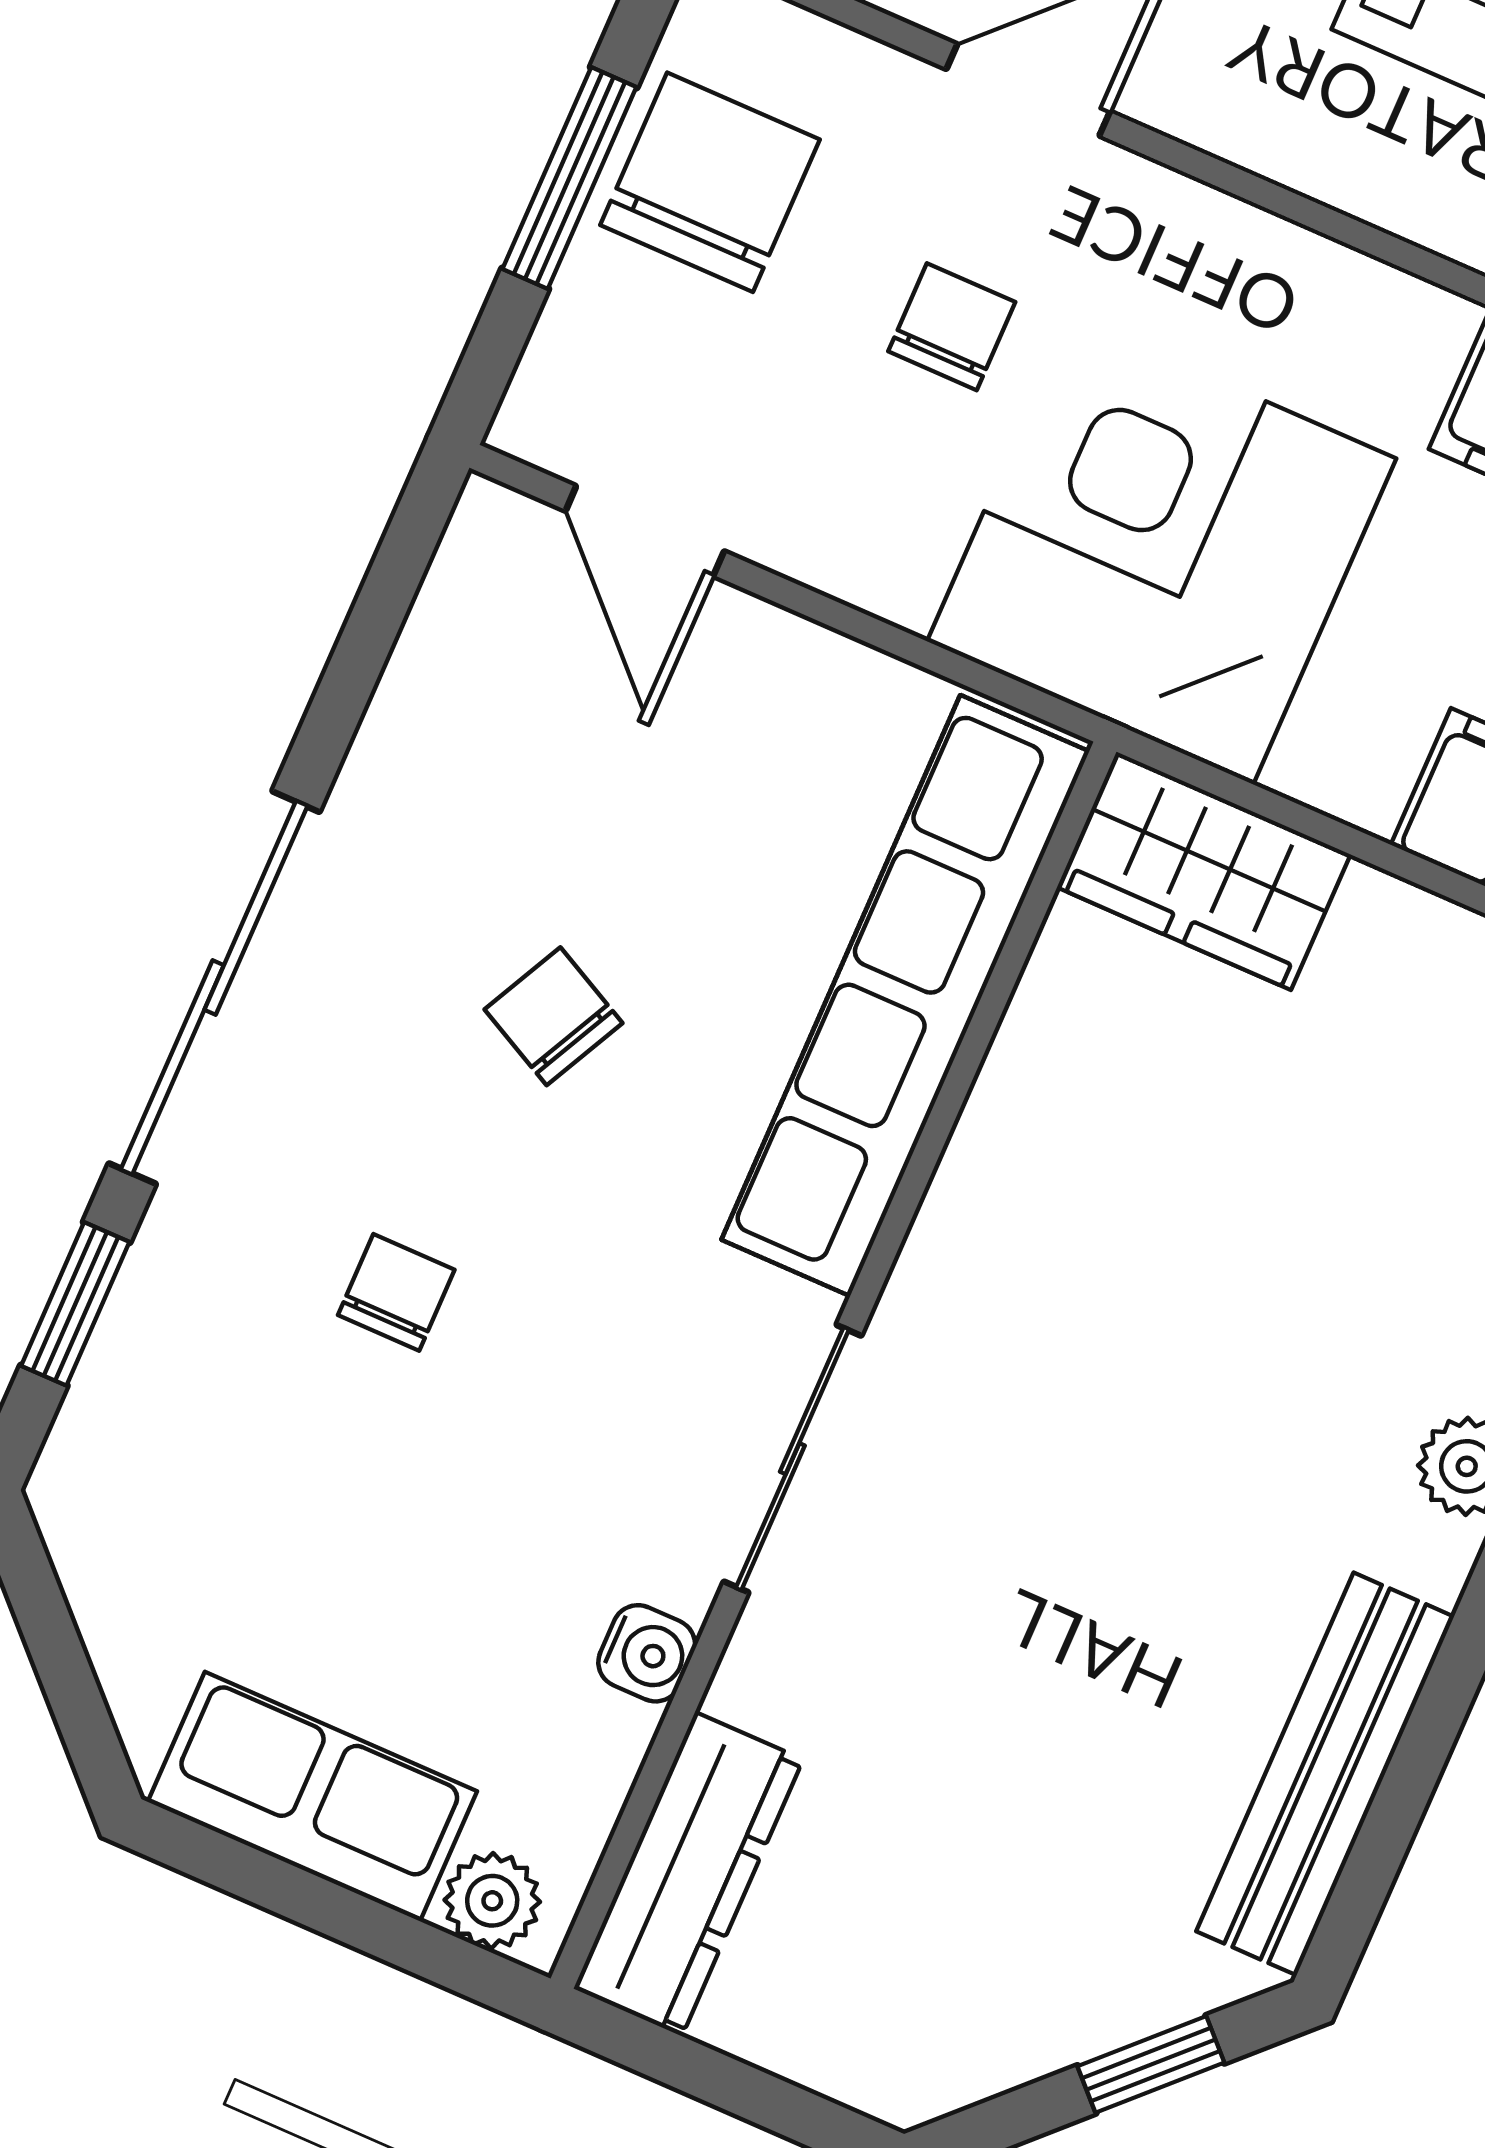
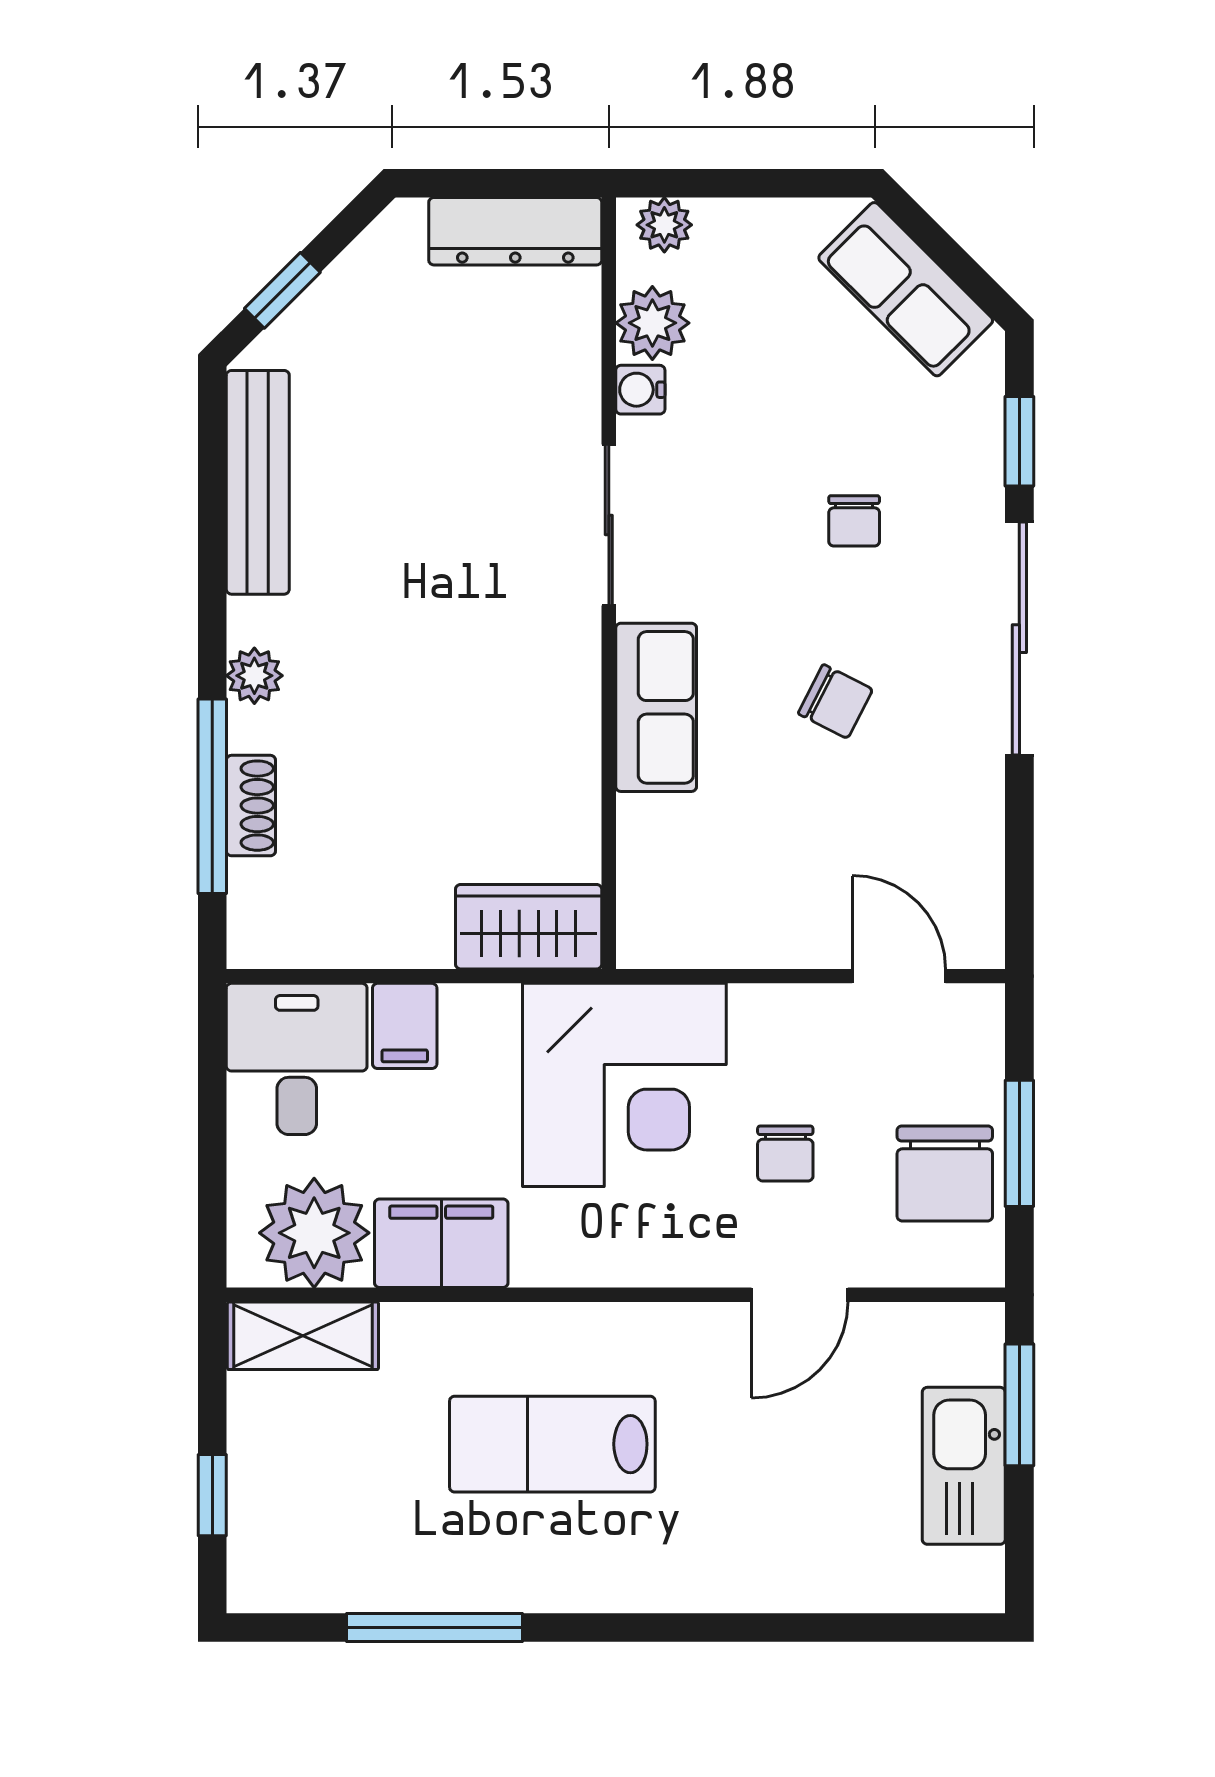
row of seats: (905, 996) -> (656, 707), width x0.50
plant: (580, 1752) -> (652, 323), added
row of seats: (312, 1796) -> (906, 289), moved, turned 45
dresser: (688, 1874) -> (515, 231), moved, turned -90

